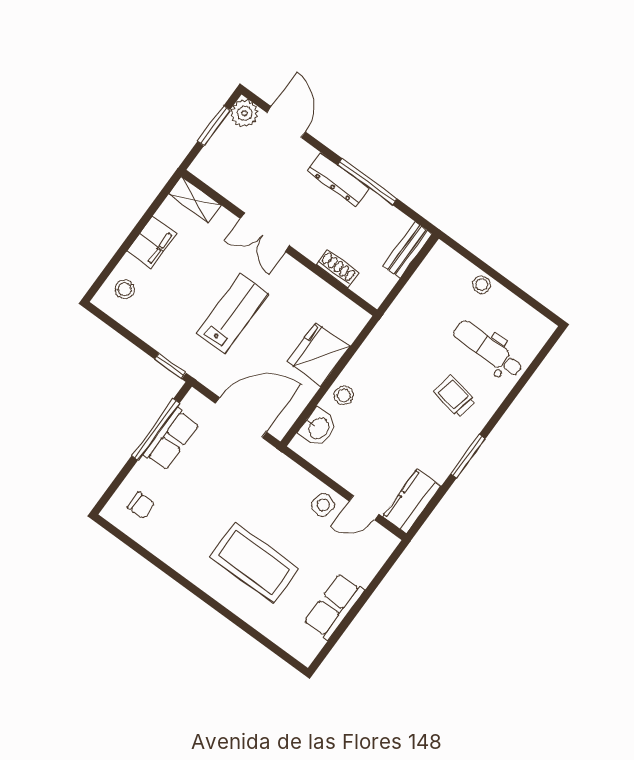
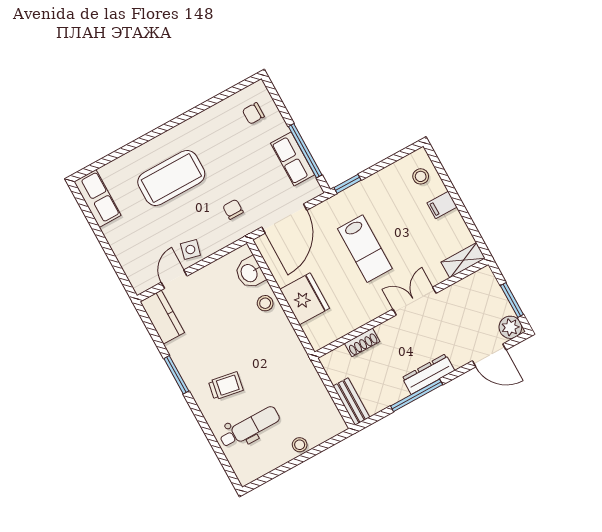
filing cabinet: (152, 242) -> (442, 205), width x0.50
chair: (257, 479) -> (233, 209), added
row of seats: (334, 607) -> (97, 198), moved

